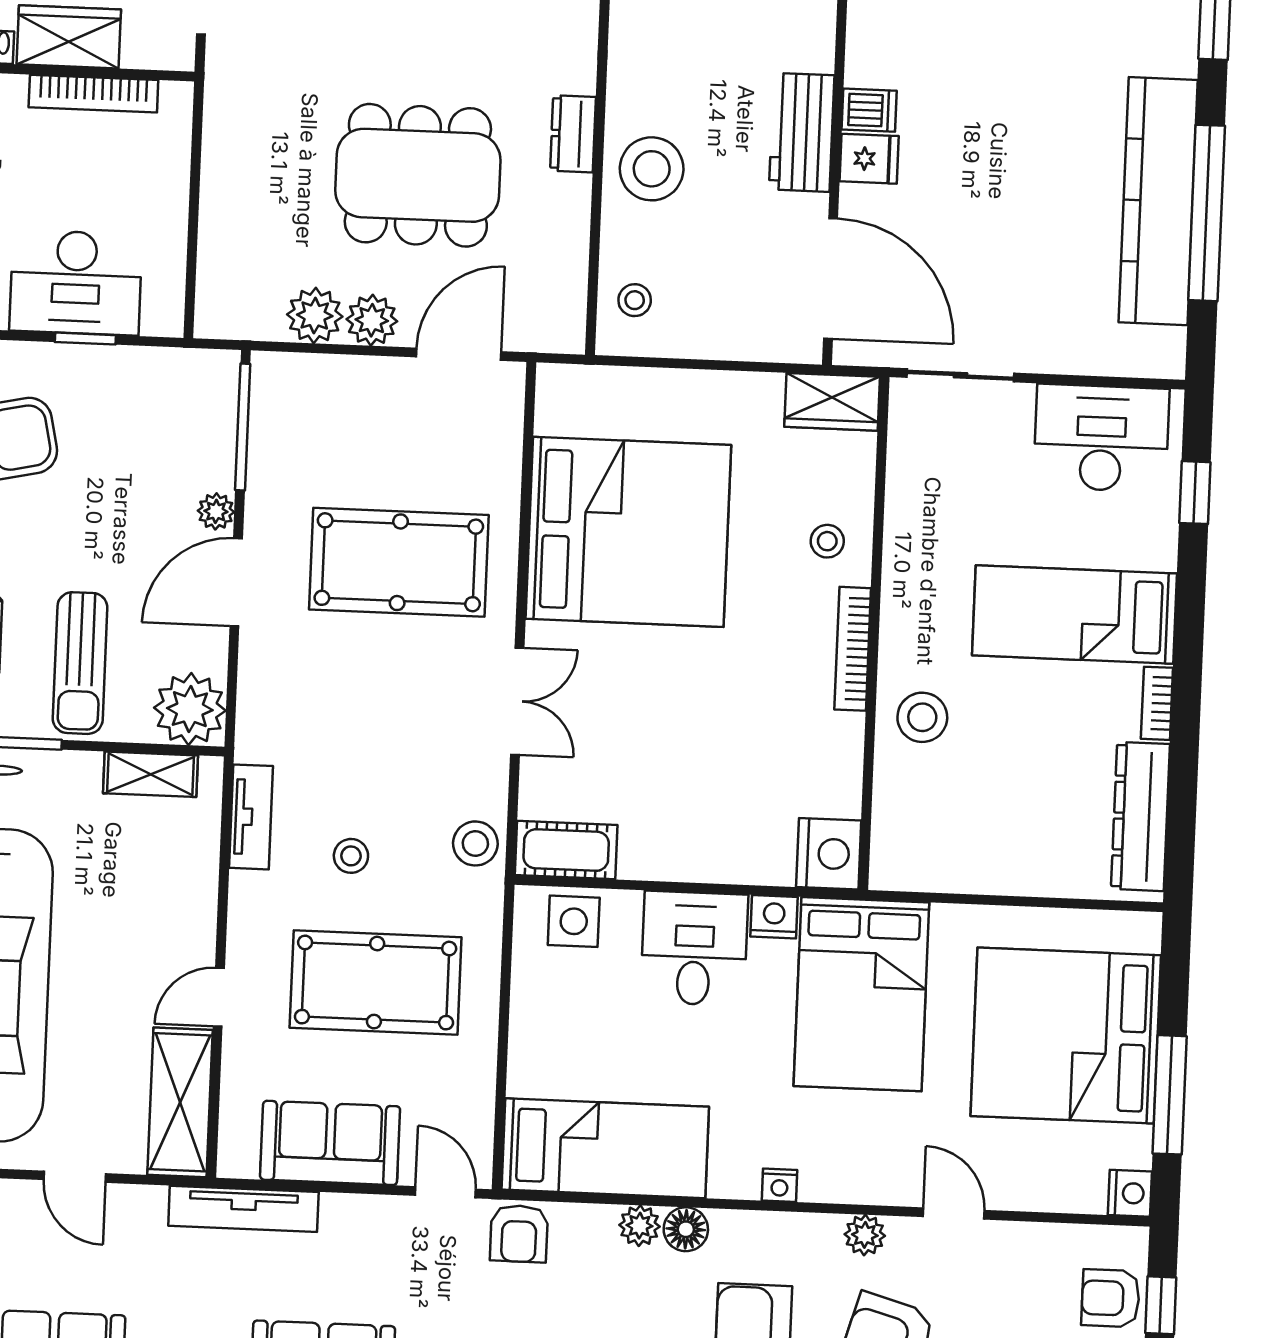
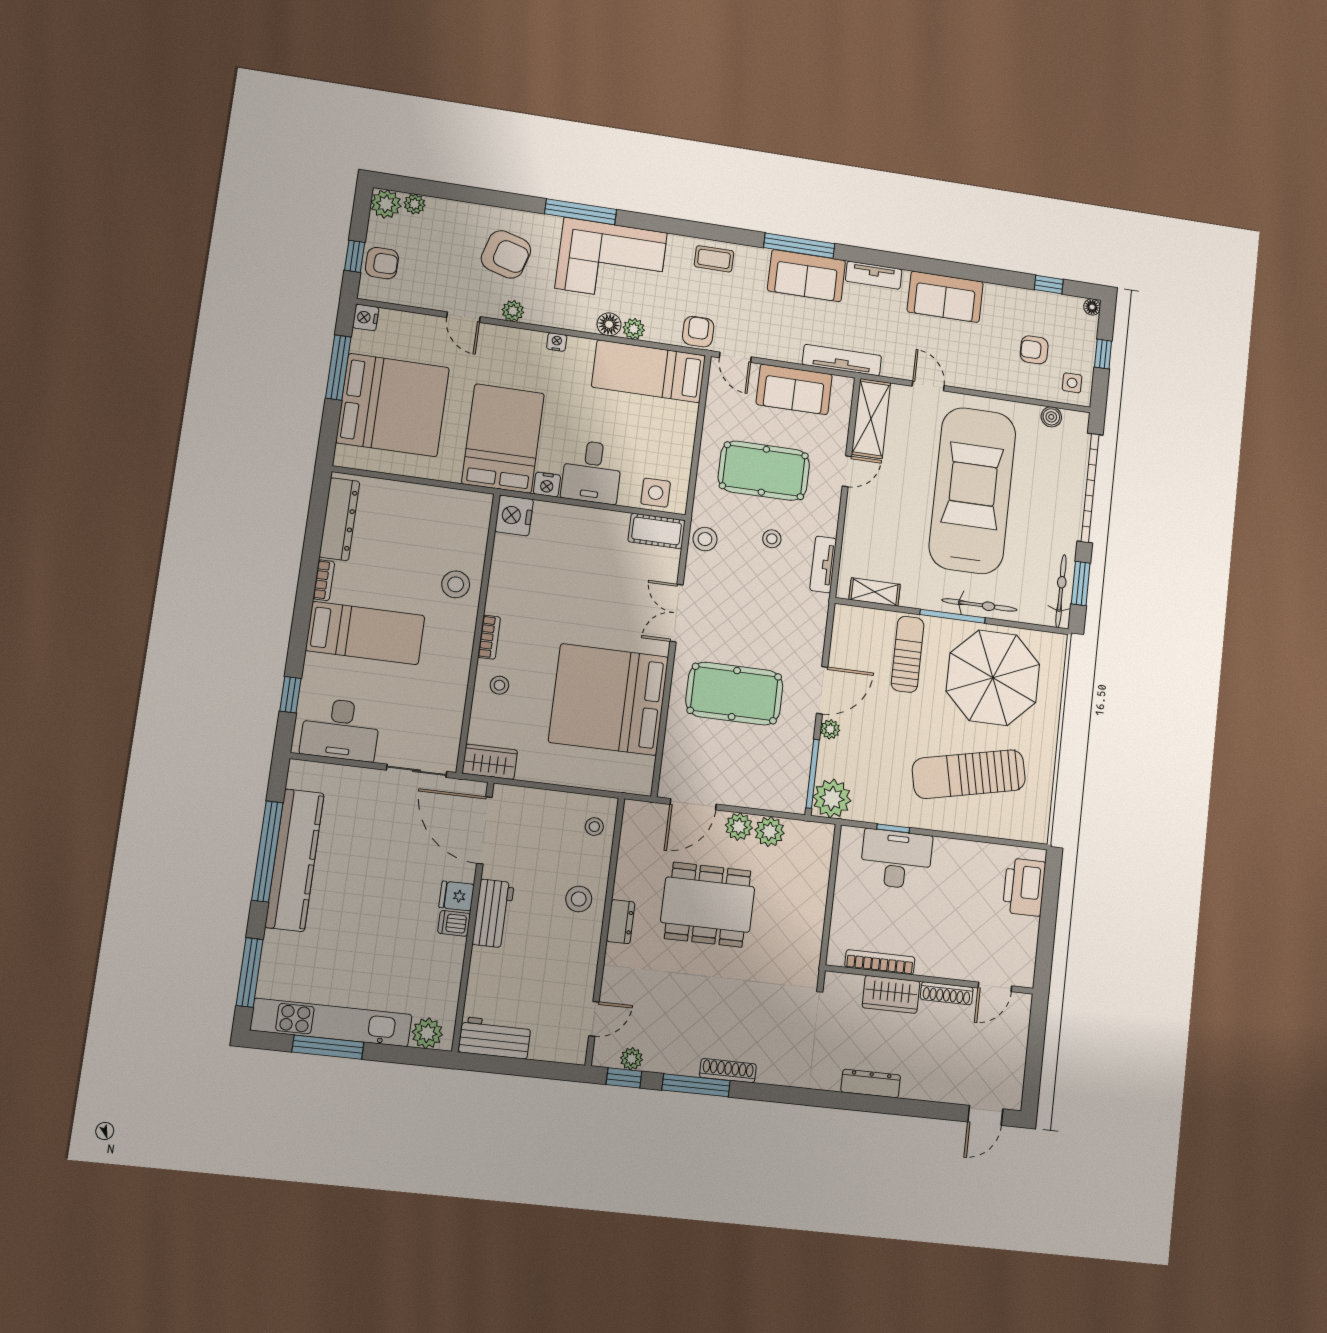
stool: (652, 169) -> (579, 899), width x0.73, depth x0.73
bookcase: (853, 649) -> (489, 637), width x0.64
plant: (190, 709) -> (832, 798), moved

